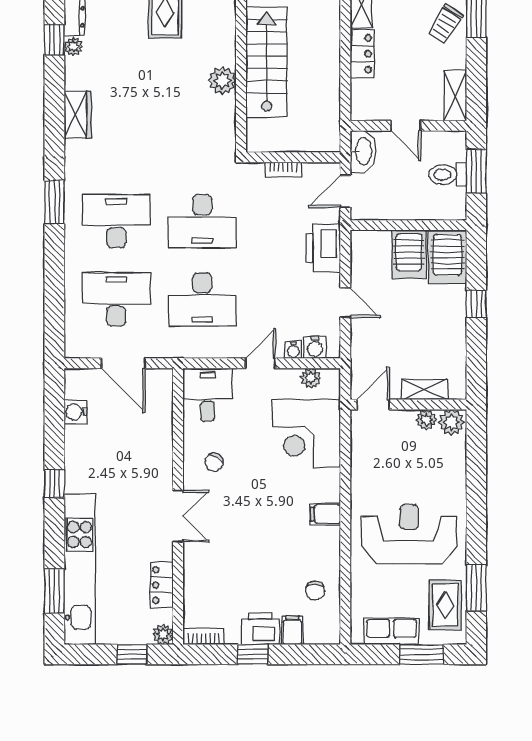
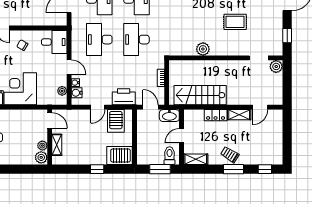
stairs: (267, 62) -> (200, 95), moved, turned 180
toilet: (448, 175) -> (170, 156), moved
server rack: (409, 254) -> (116, 121), moved, turned -90
corner desk: (306, 433) -> (20, 89), moved

